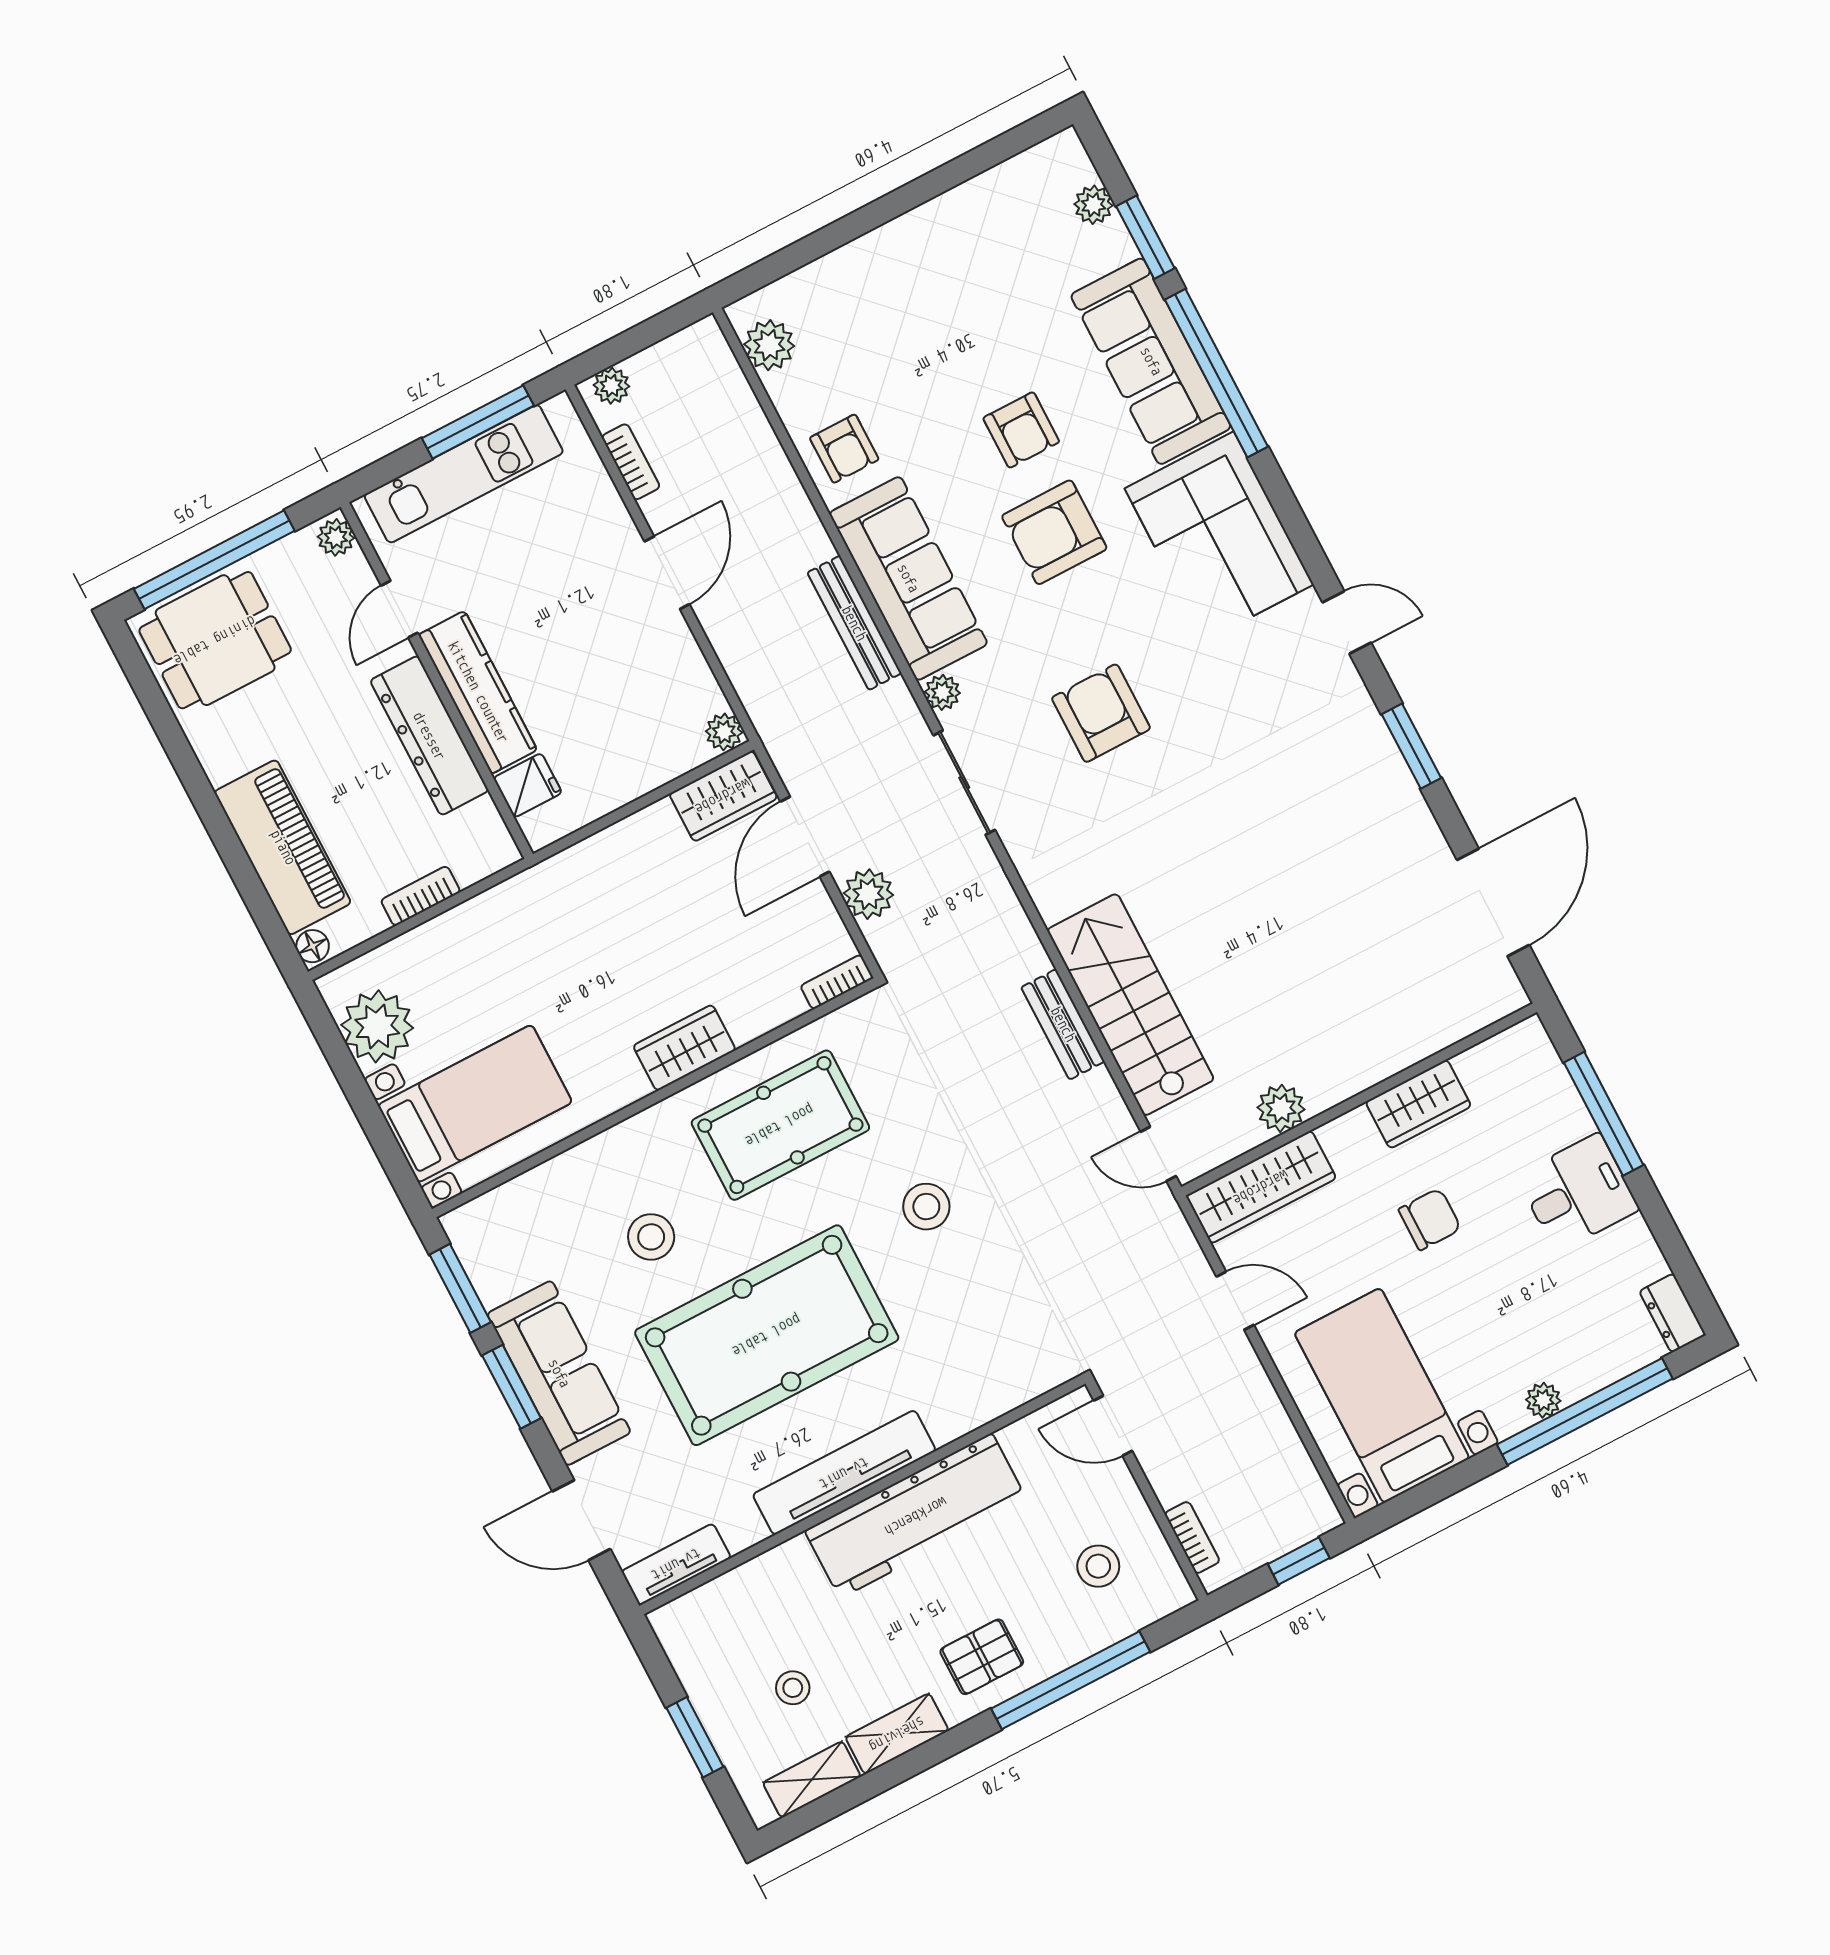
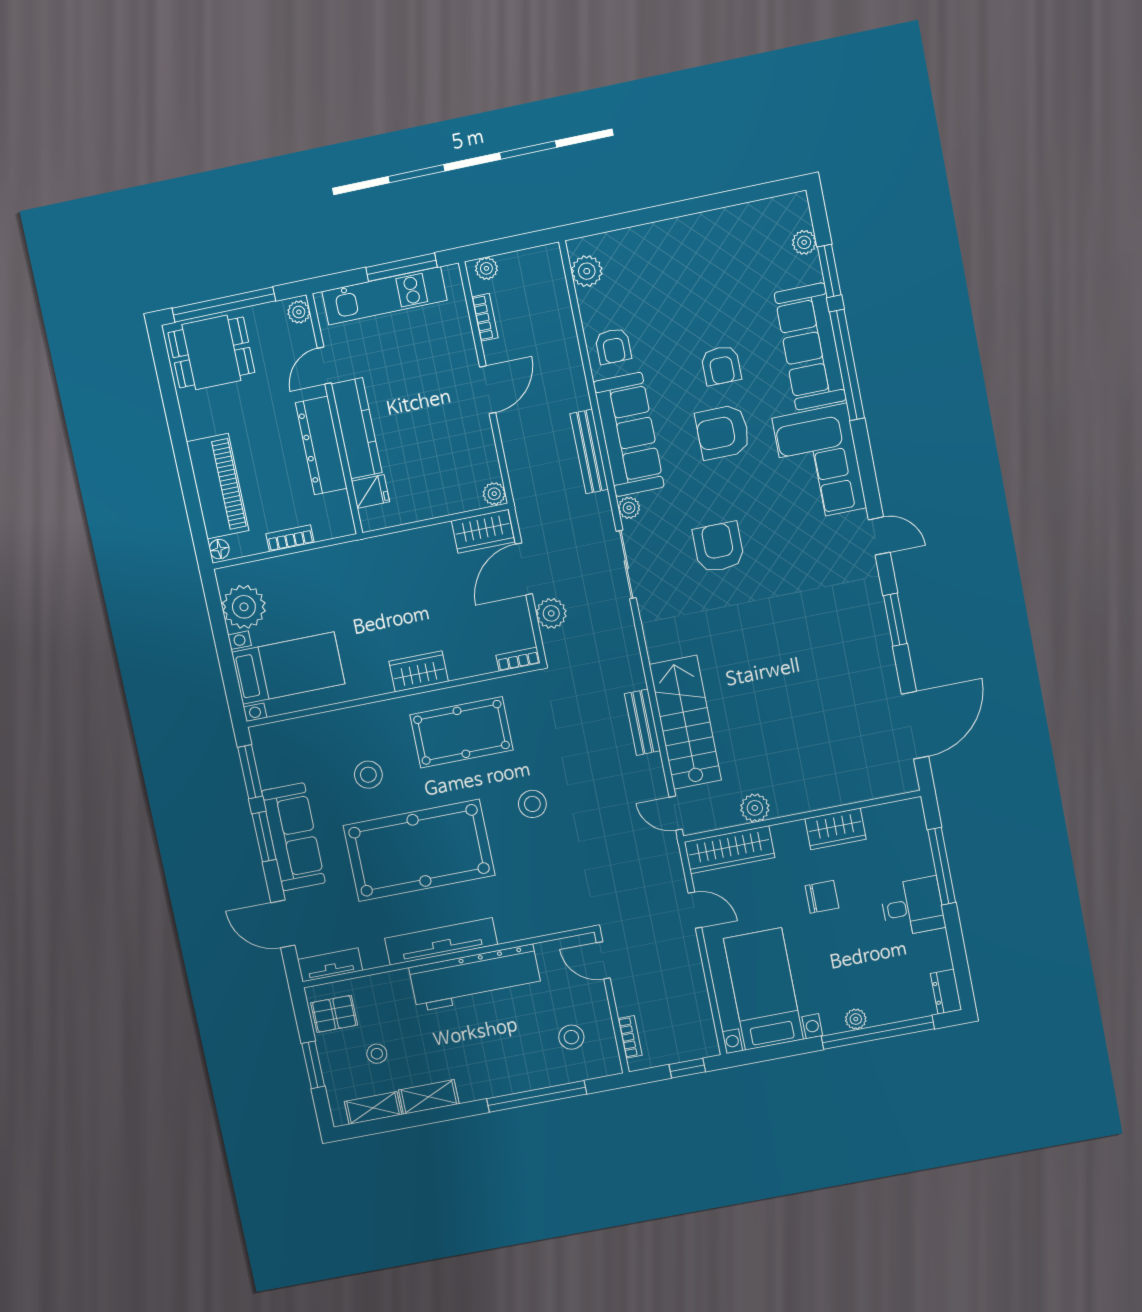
pallet: (982, 1657) -> (334, 1014), moved

